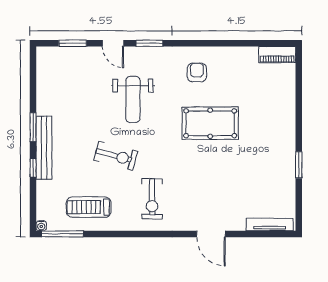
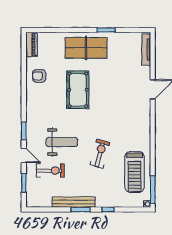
door: (113, 43) -> (24, 155), hinge flipped
armchair: (197, 72) -> (39, 76), moved
table tennis table: (272, 135) -> (86, 48), added
bench: (44, 148) -> (74, 202), moved
exercise bike: (152, 199) -> (50, 171), moved
treadmill: (89, 207) -> (135, 172), width x1.37, depth x1.38

